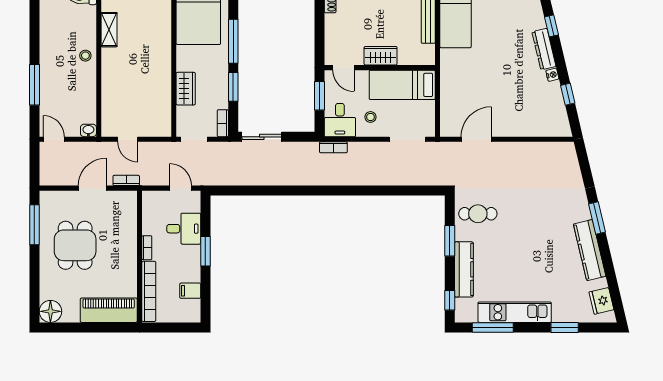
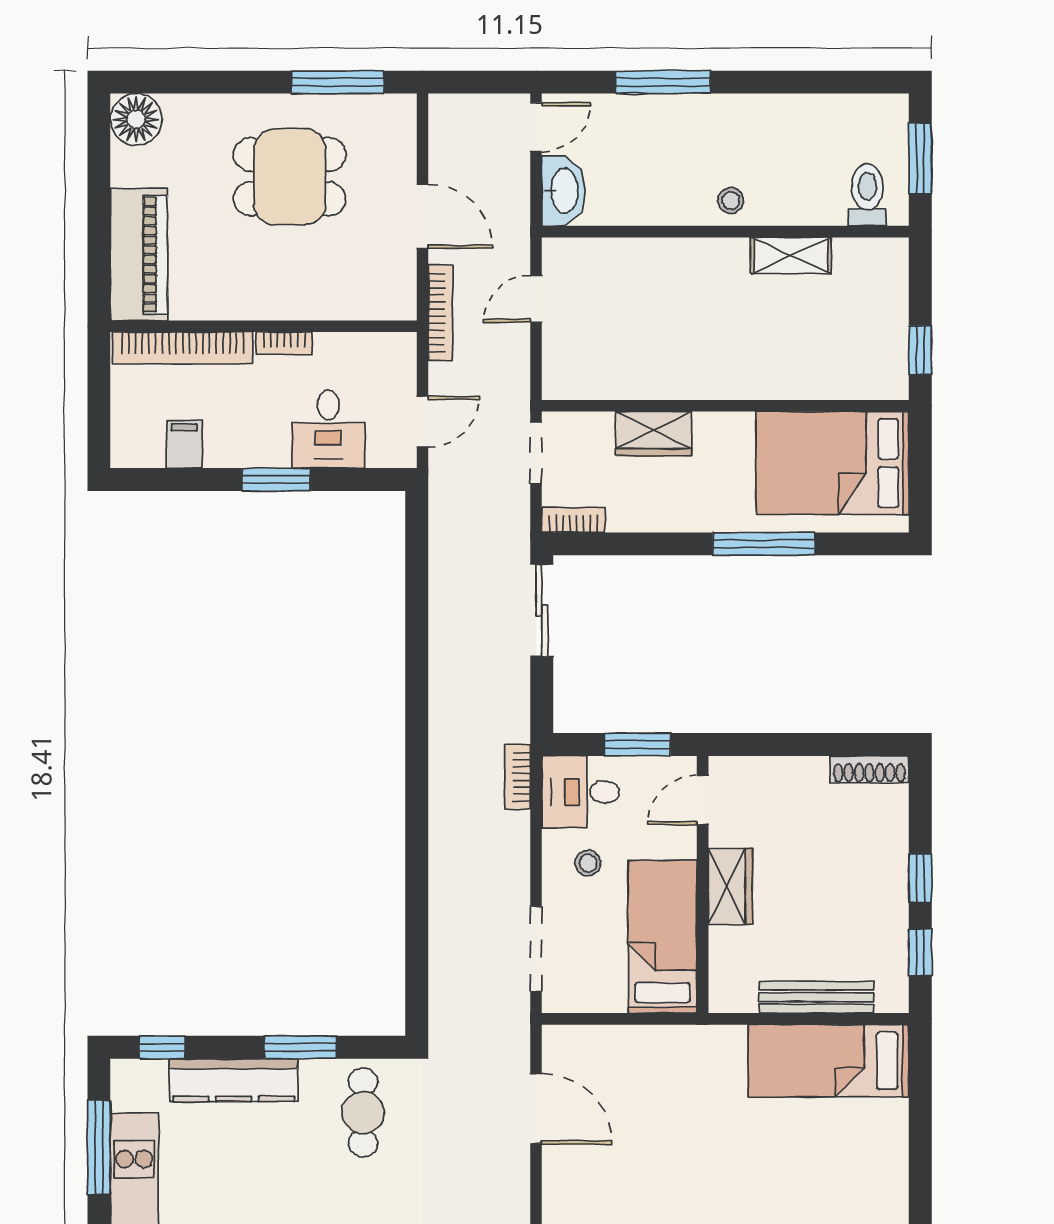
window: (233, 87) -> (658, 544), removed
washbasin: (88, 130) -> (563, 191), width x1.91, depth x1.45
bookcase: (126, 180) -> (440, 313), width x1.56

